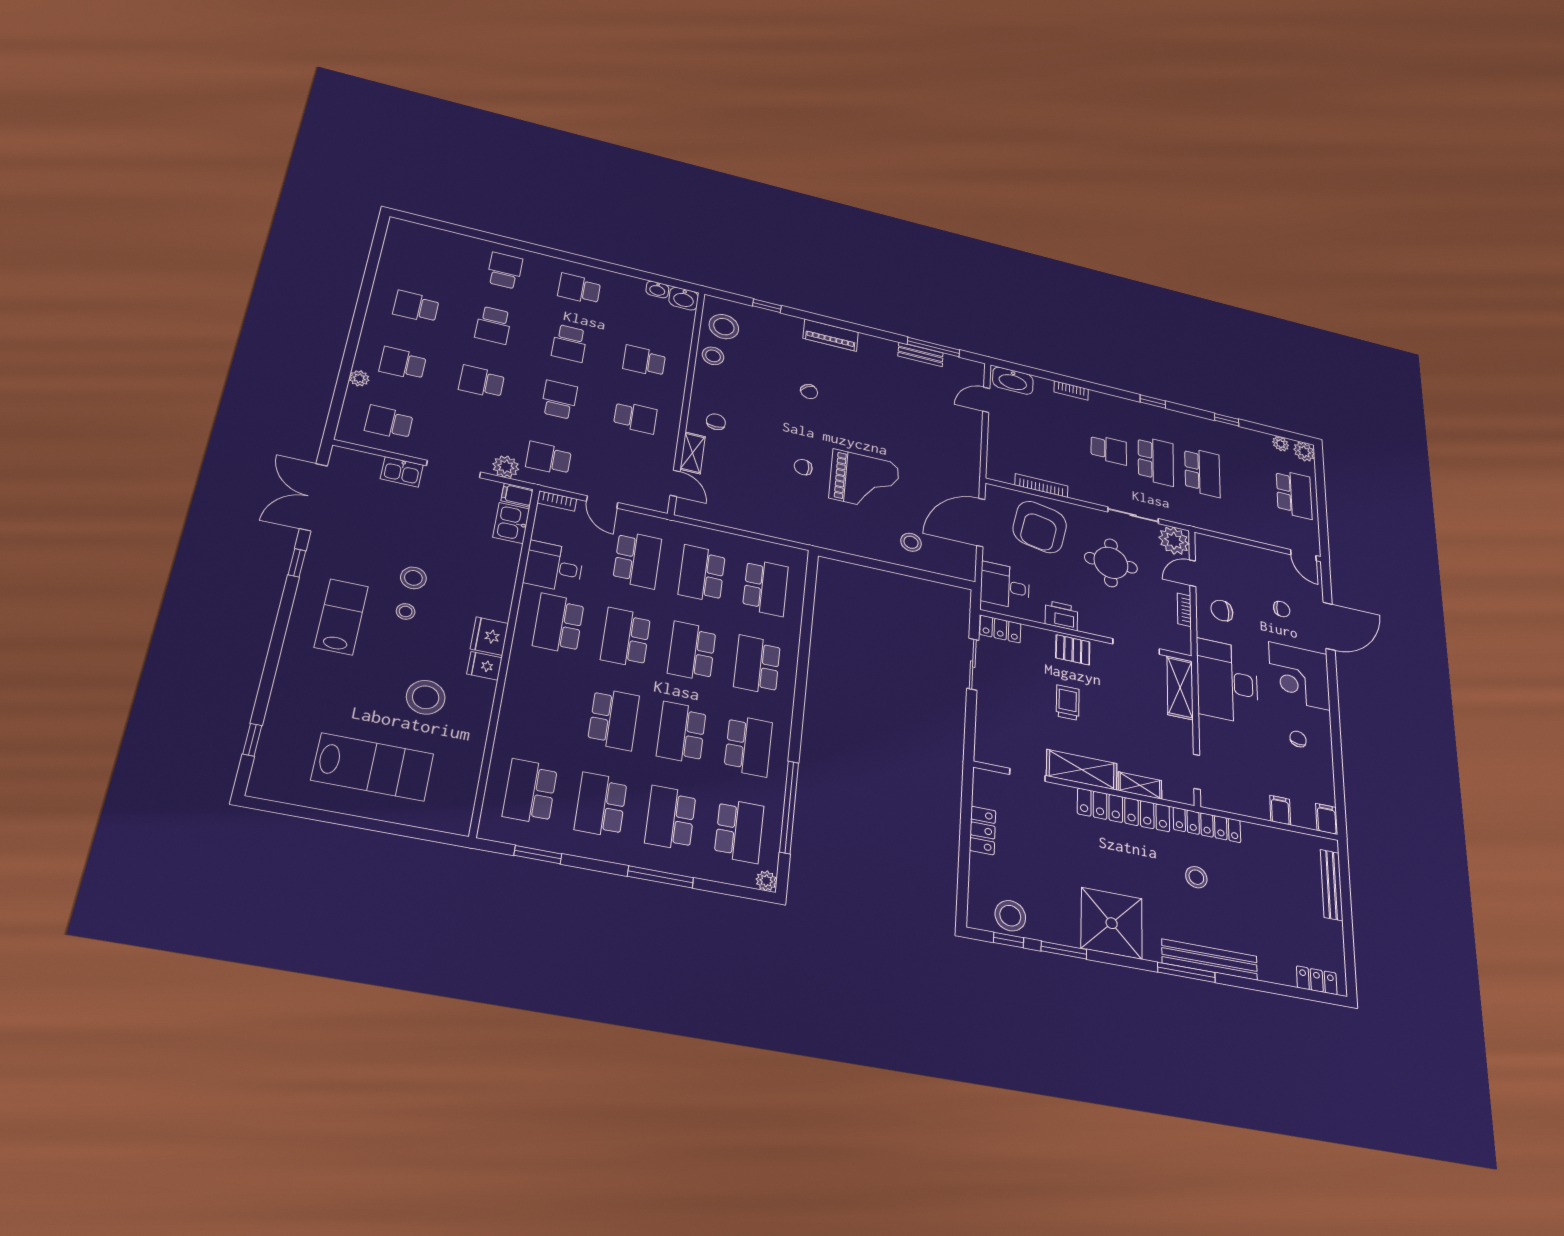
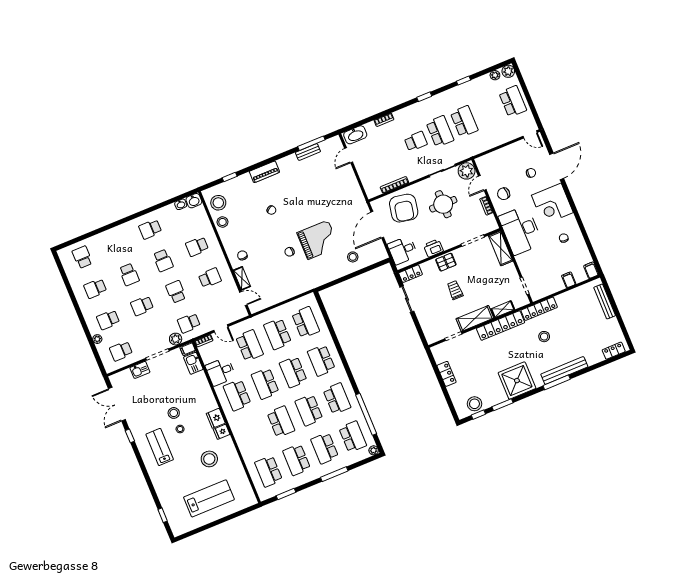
school desk: (505, 271) -> (82, 257), moved

